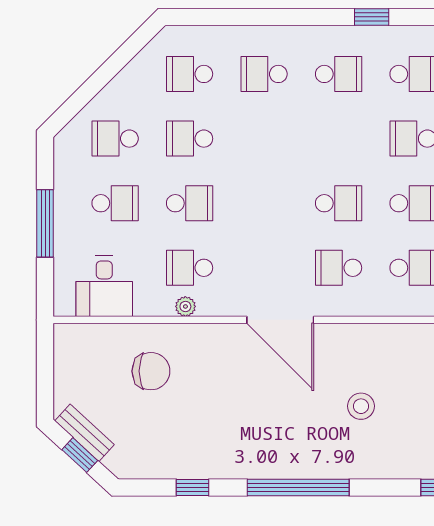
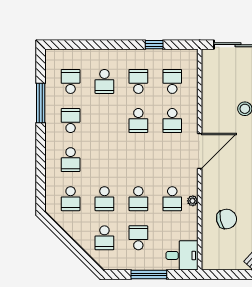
window: (372, 17) -> (41, 103), width x2.17
school desk: (190, 203) -> (138, 199), turned 180
school desk: (339, 203) -> (138, 121), turned 180
desk: (104, 286) -> (182, 255), moved
chair: (151, 371) -> (226, 219), turned 77

